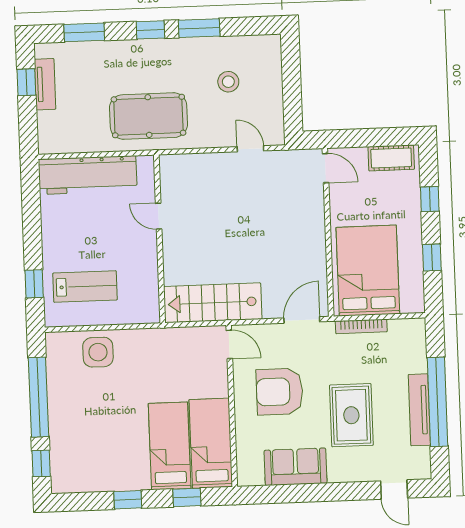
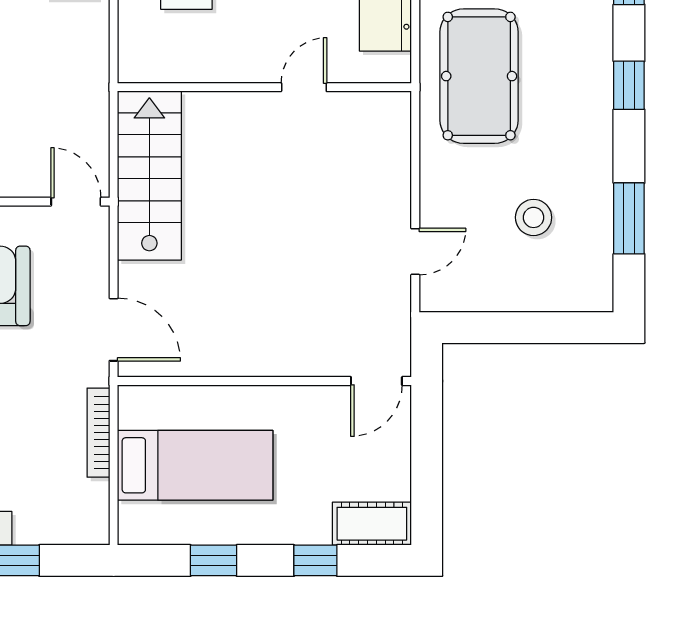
window: (199, 28) -> (629, 218), moved
cot: (391, 158) -> (372, 524), moved, turned 90
bed: (368, 271) -> (195, 465), width x0.67
door: (229, 344) -> (76, 202), swing flipped

